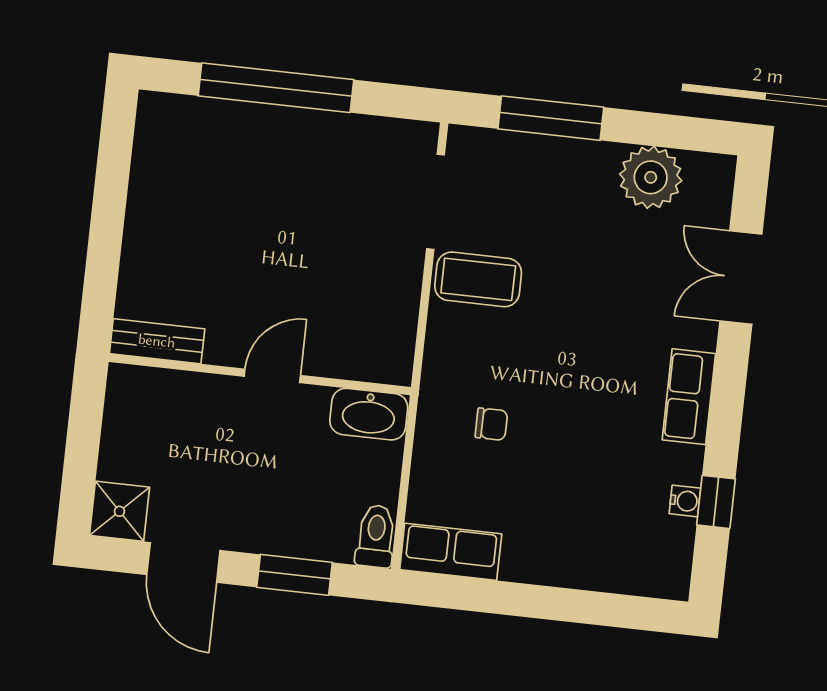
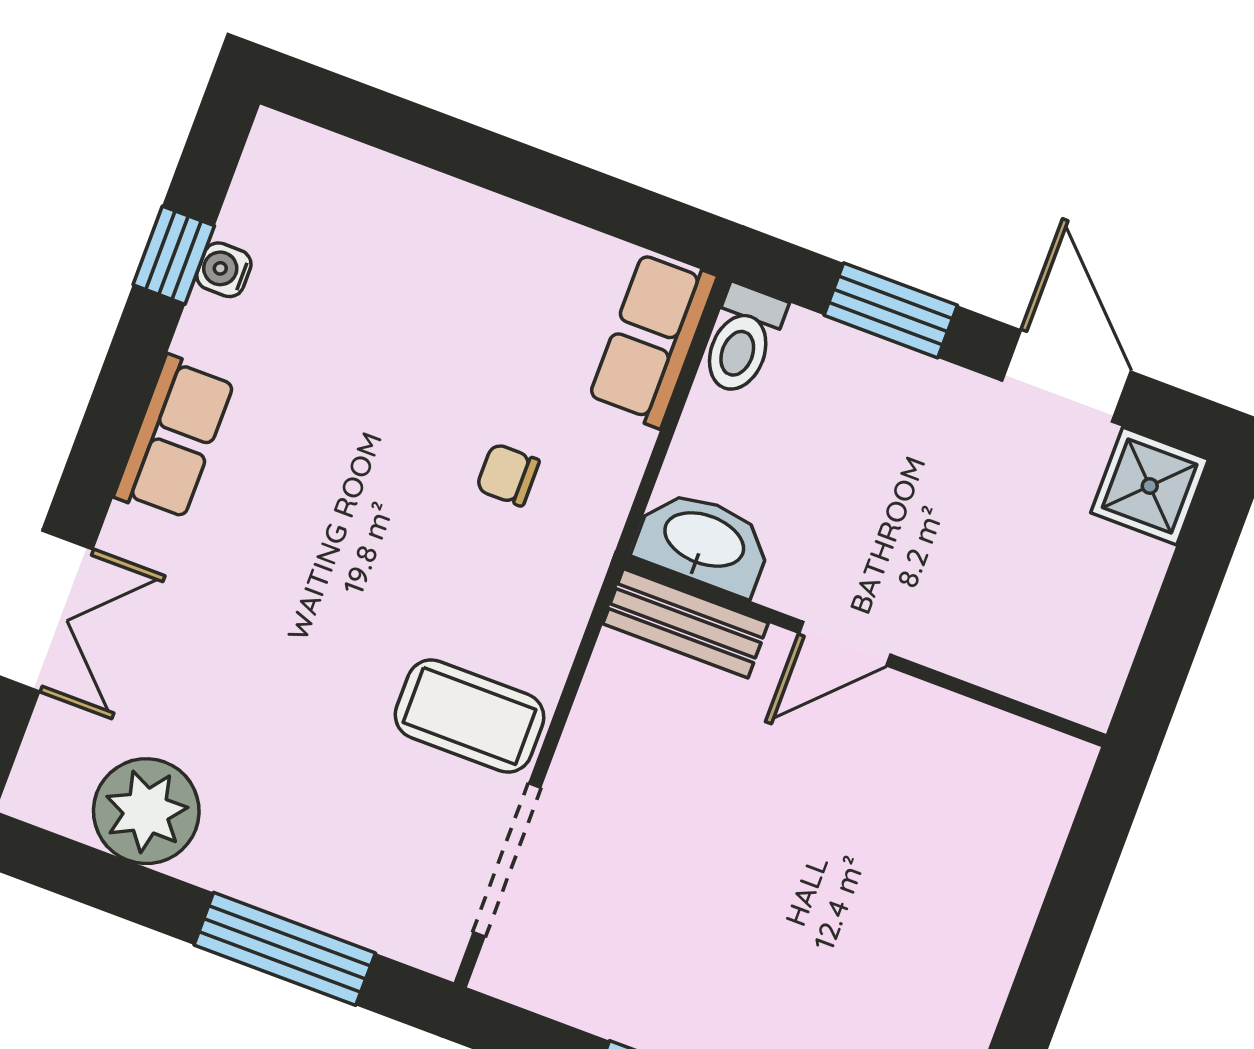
bench: (157, 341) -> (686, 623), moved
row of seats: (451, 552) -> (652, 339), moved, turned 90

